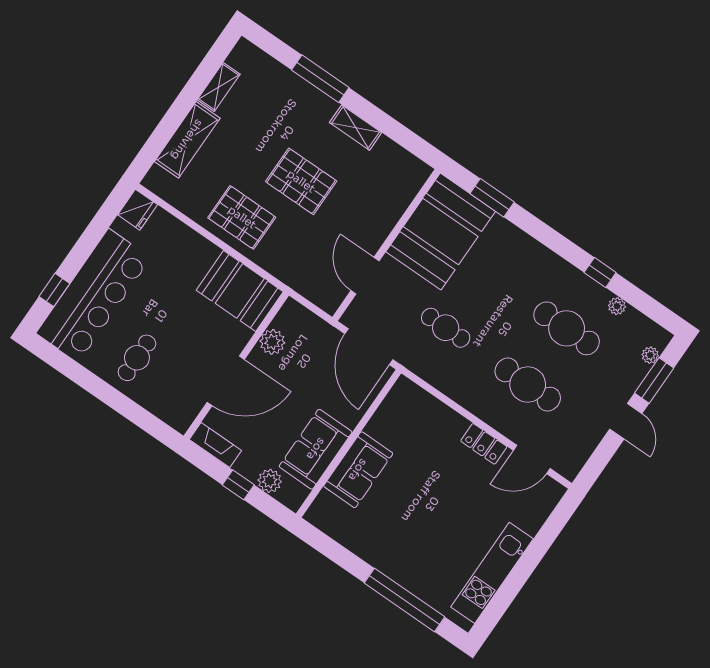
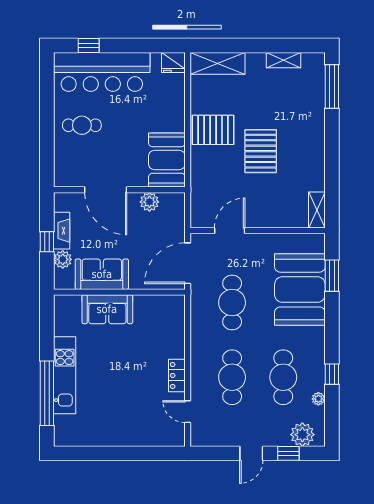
window: (320, 79) -> (332, 86), moved
shelving: (356, 128) -> (317, 210), moved
shelving: (187, 140) -> (218, 63), moved
pallet: (242, 217) -> (213, 130), turned 90
booth: (441, 231) -> (300, 290), moved, turned 90
cafe table: (446, 328) -> (232, 303), width x1.37, depth x1.35
plant: (650, 355) -> (302, 435), width x1.88, depth x1.88
window: (654, 380) -> (288, 453), width x0.67
fireplace: (215, 445) -> (62, 231), moved
door: (532, 459) -> (188, 412), width x0.73
kitchen unit: (492, 573) -> (65, 375), moved, turned 90

